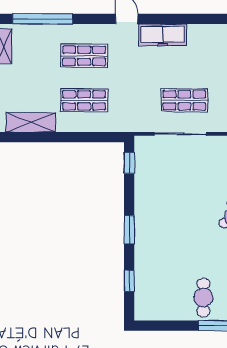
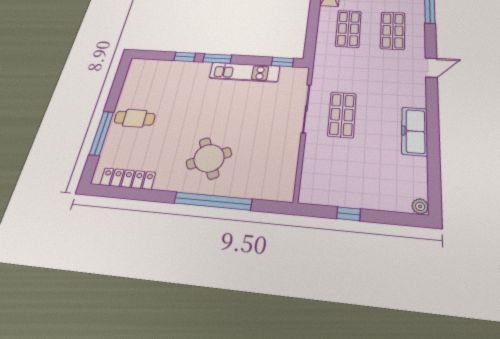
freezer: (163, 35) -> (415, 131), moved
kitchen unit: (144, 199) -> (245, 72), added
window: (129, 281) -> (185, 57), moved

